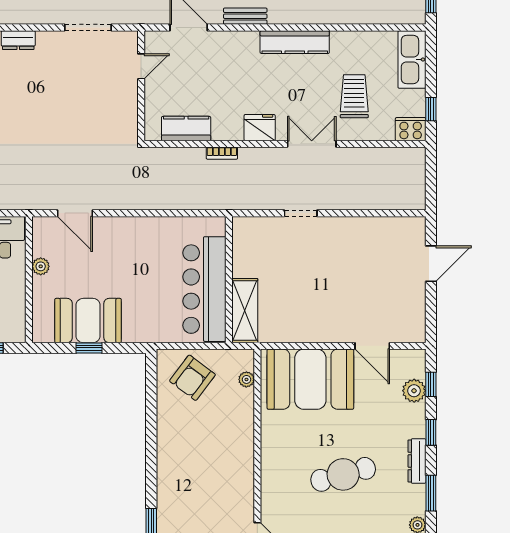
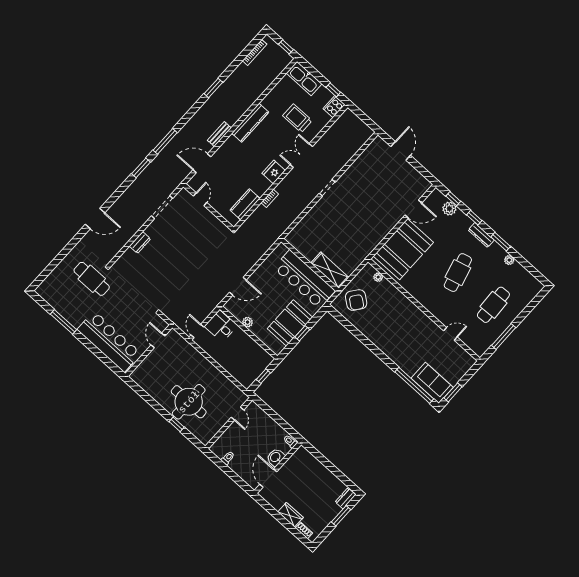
wall: (229, 280) -> (310, 265), moved
bar counter: (204, 289) -> (304, 279), moved
shelving: (245, 311) -> (330, 270), moved

